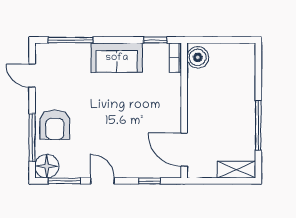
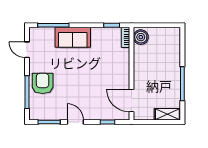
sofa: (117, 58) -> (73, 37), moved
armchair: (55, 125) -> (43, 83), turned 180
floor lamp: (47, 166) -> (37, 112), removed

